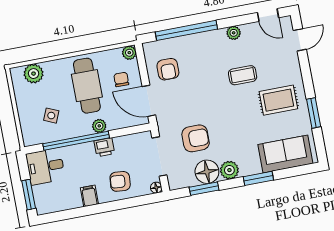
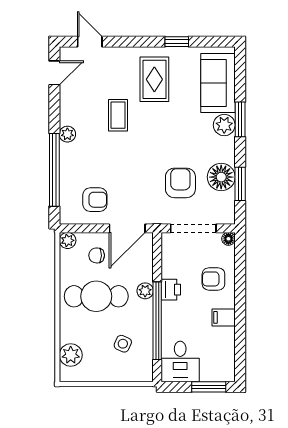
plant: (234, 33) -> (67, 134), moved
window: (314, 113) -> (177, 42), width x0.67
plant: (229, 170) -> (224, 125), moved
armchair: (120, 181) -> (213, 279), turned 85

